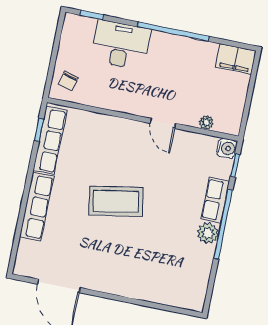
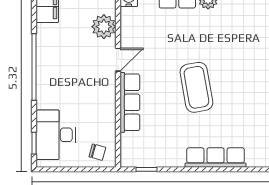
desk: (121, 45) -> (56, 135), moved
plant: (206, 123) -> (104, 27), width x1.87, depth x1.87
row of seats: (50, 140) -> (130, 102), moved, turned 90

